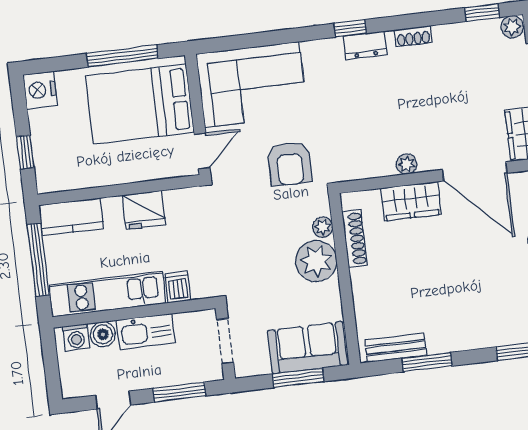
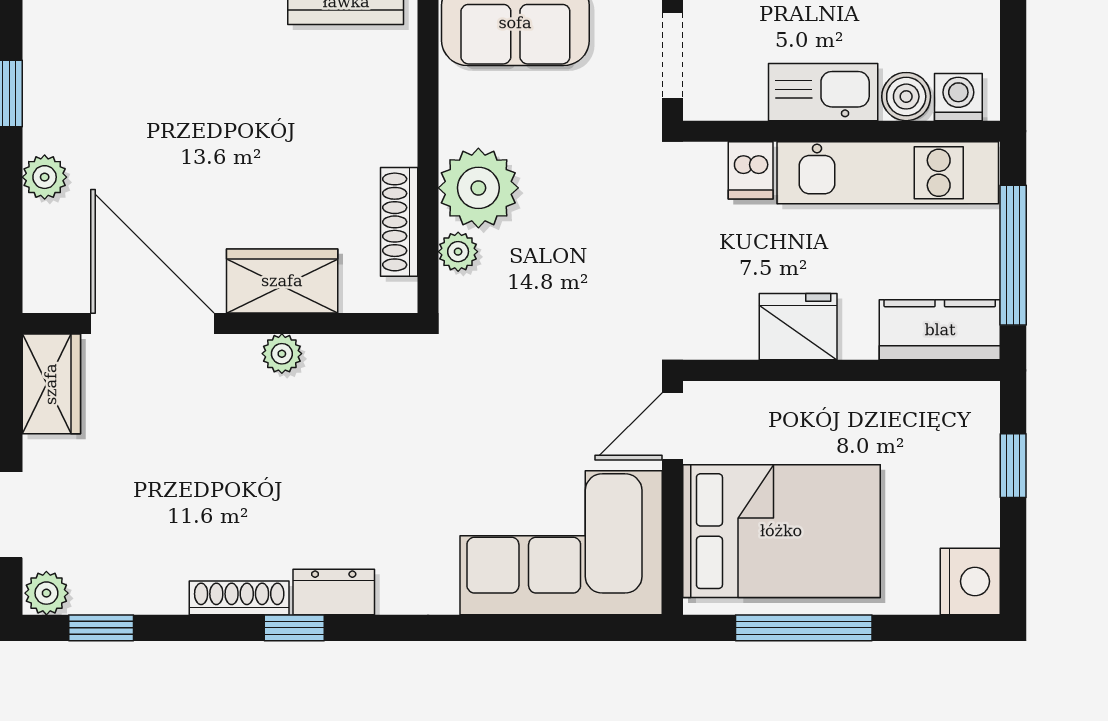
window: (350, 28) -> (294, 628), moved
shoe rack: (413, 36) -> (239, 598), width x1.43
armchair: (290, 163) -> (507, 382), removed

